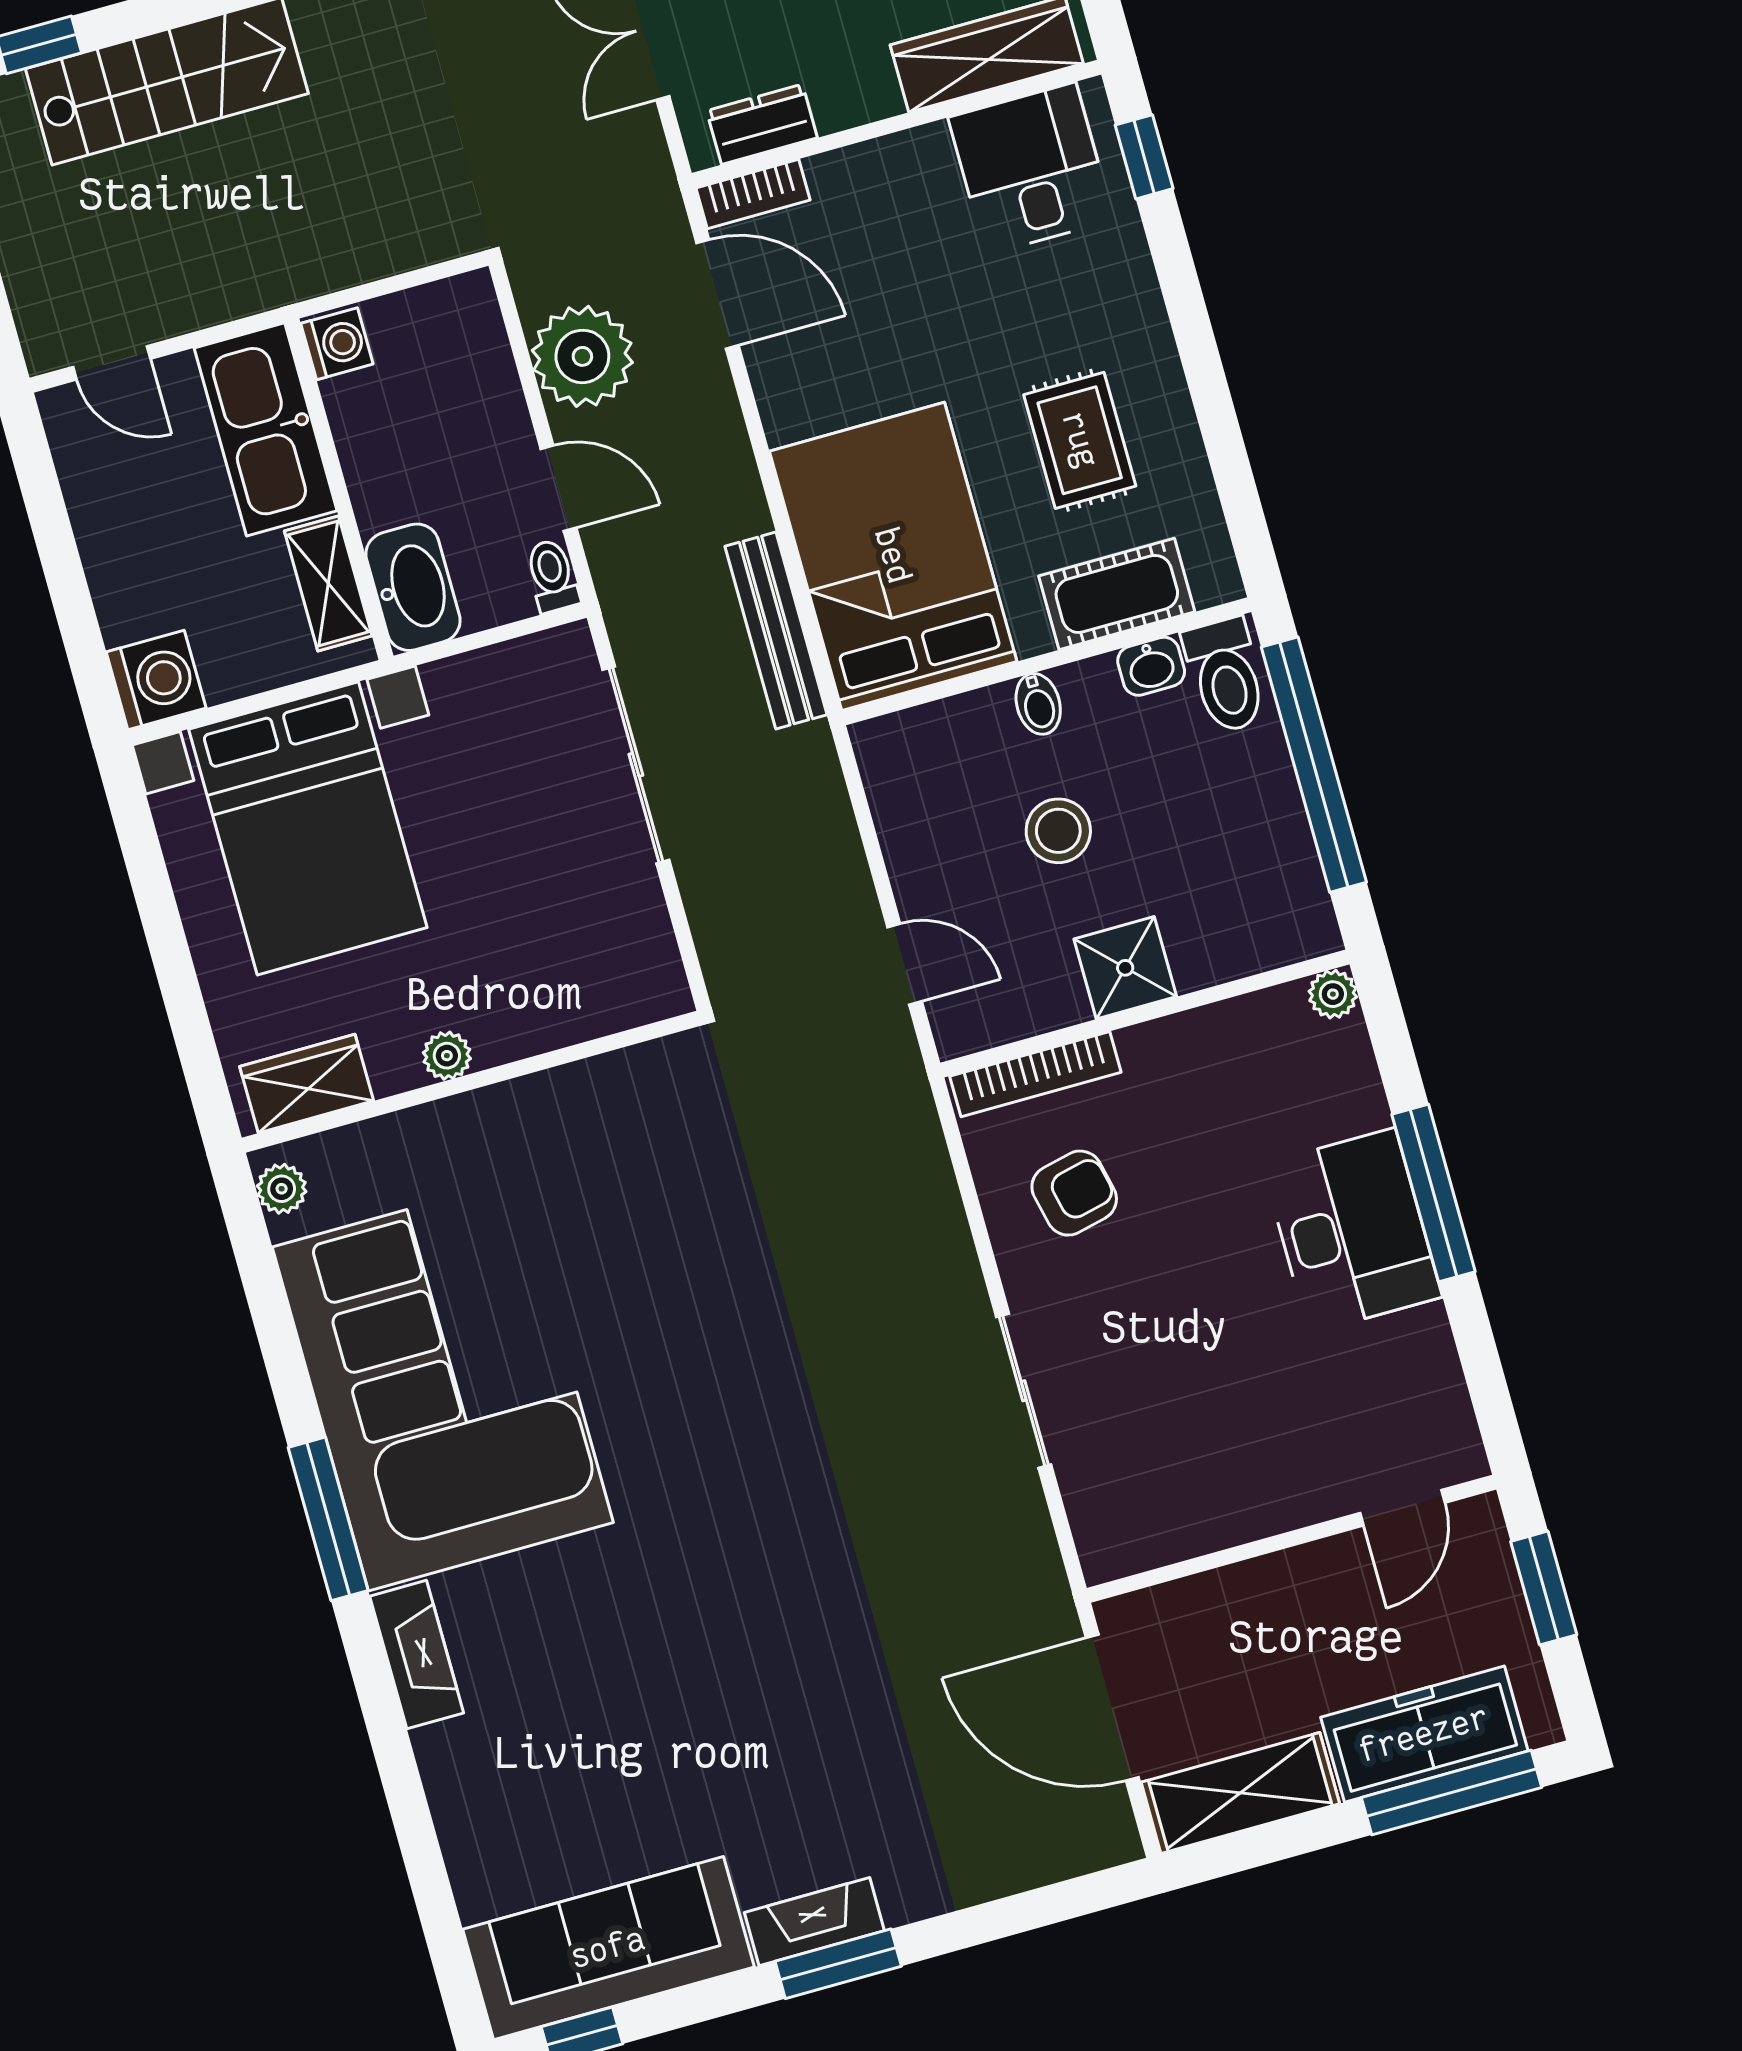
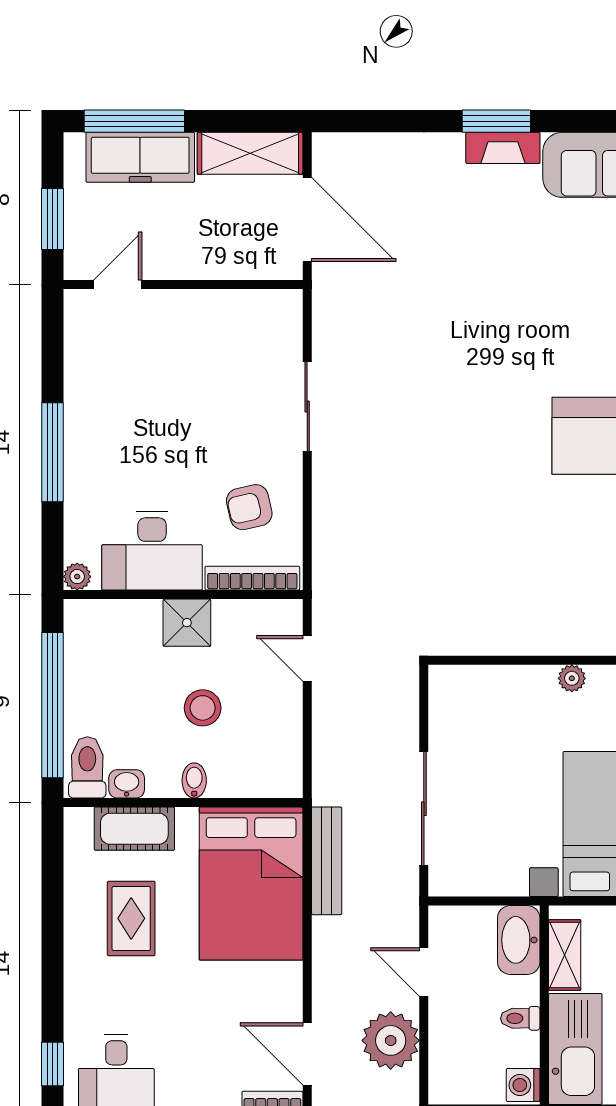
toilet: (552, 576) -> (520, 1018), moved, turned 90
desk: (1352, 1231) -> (152, 551), moved, turned -90

